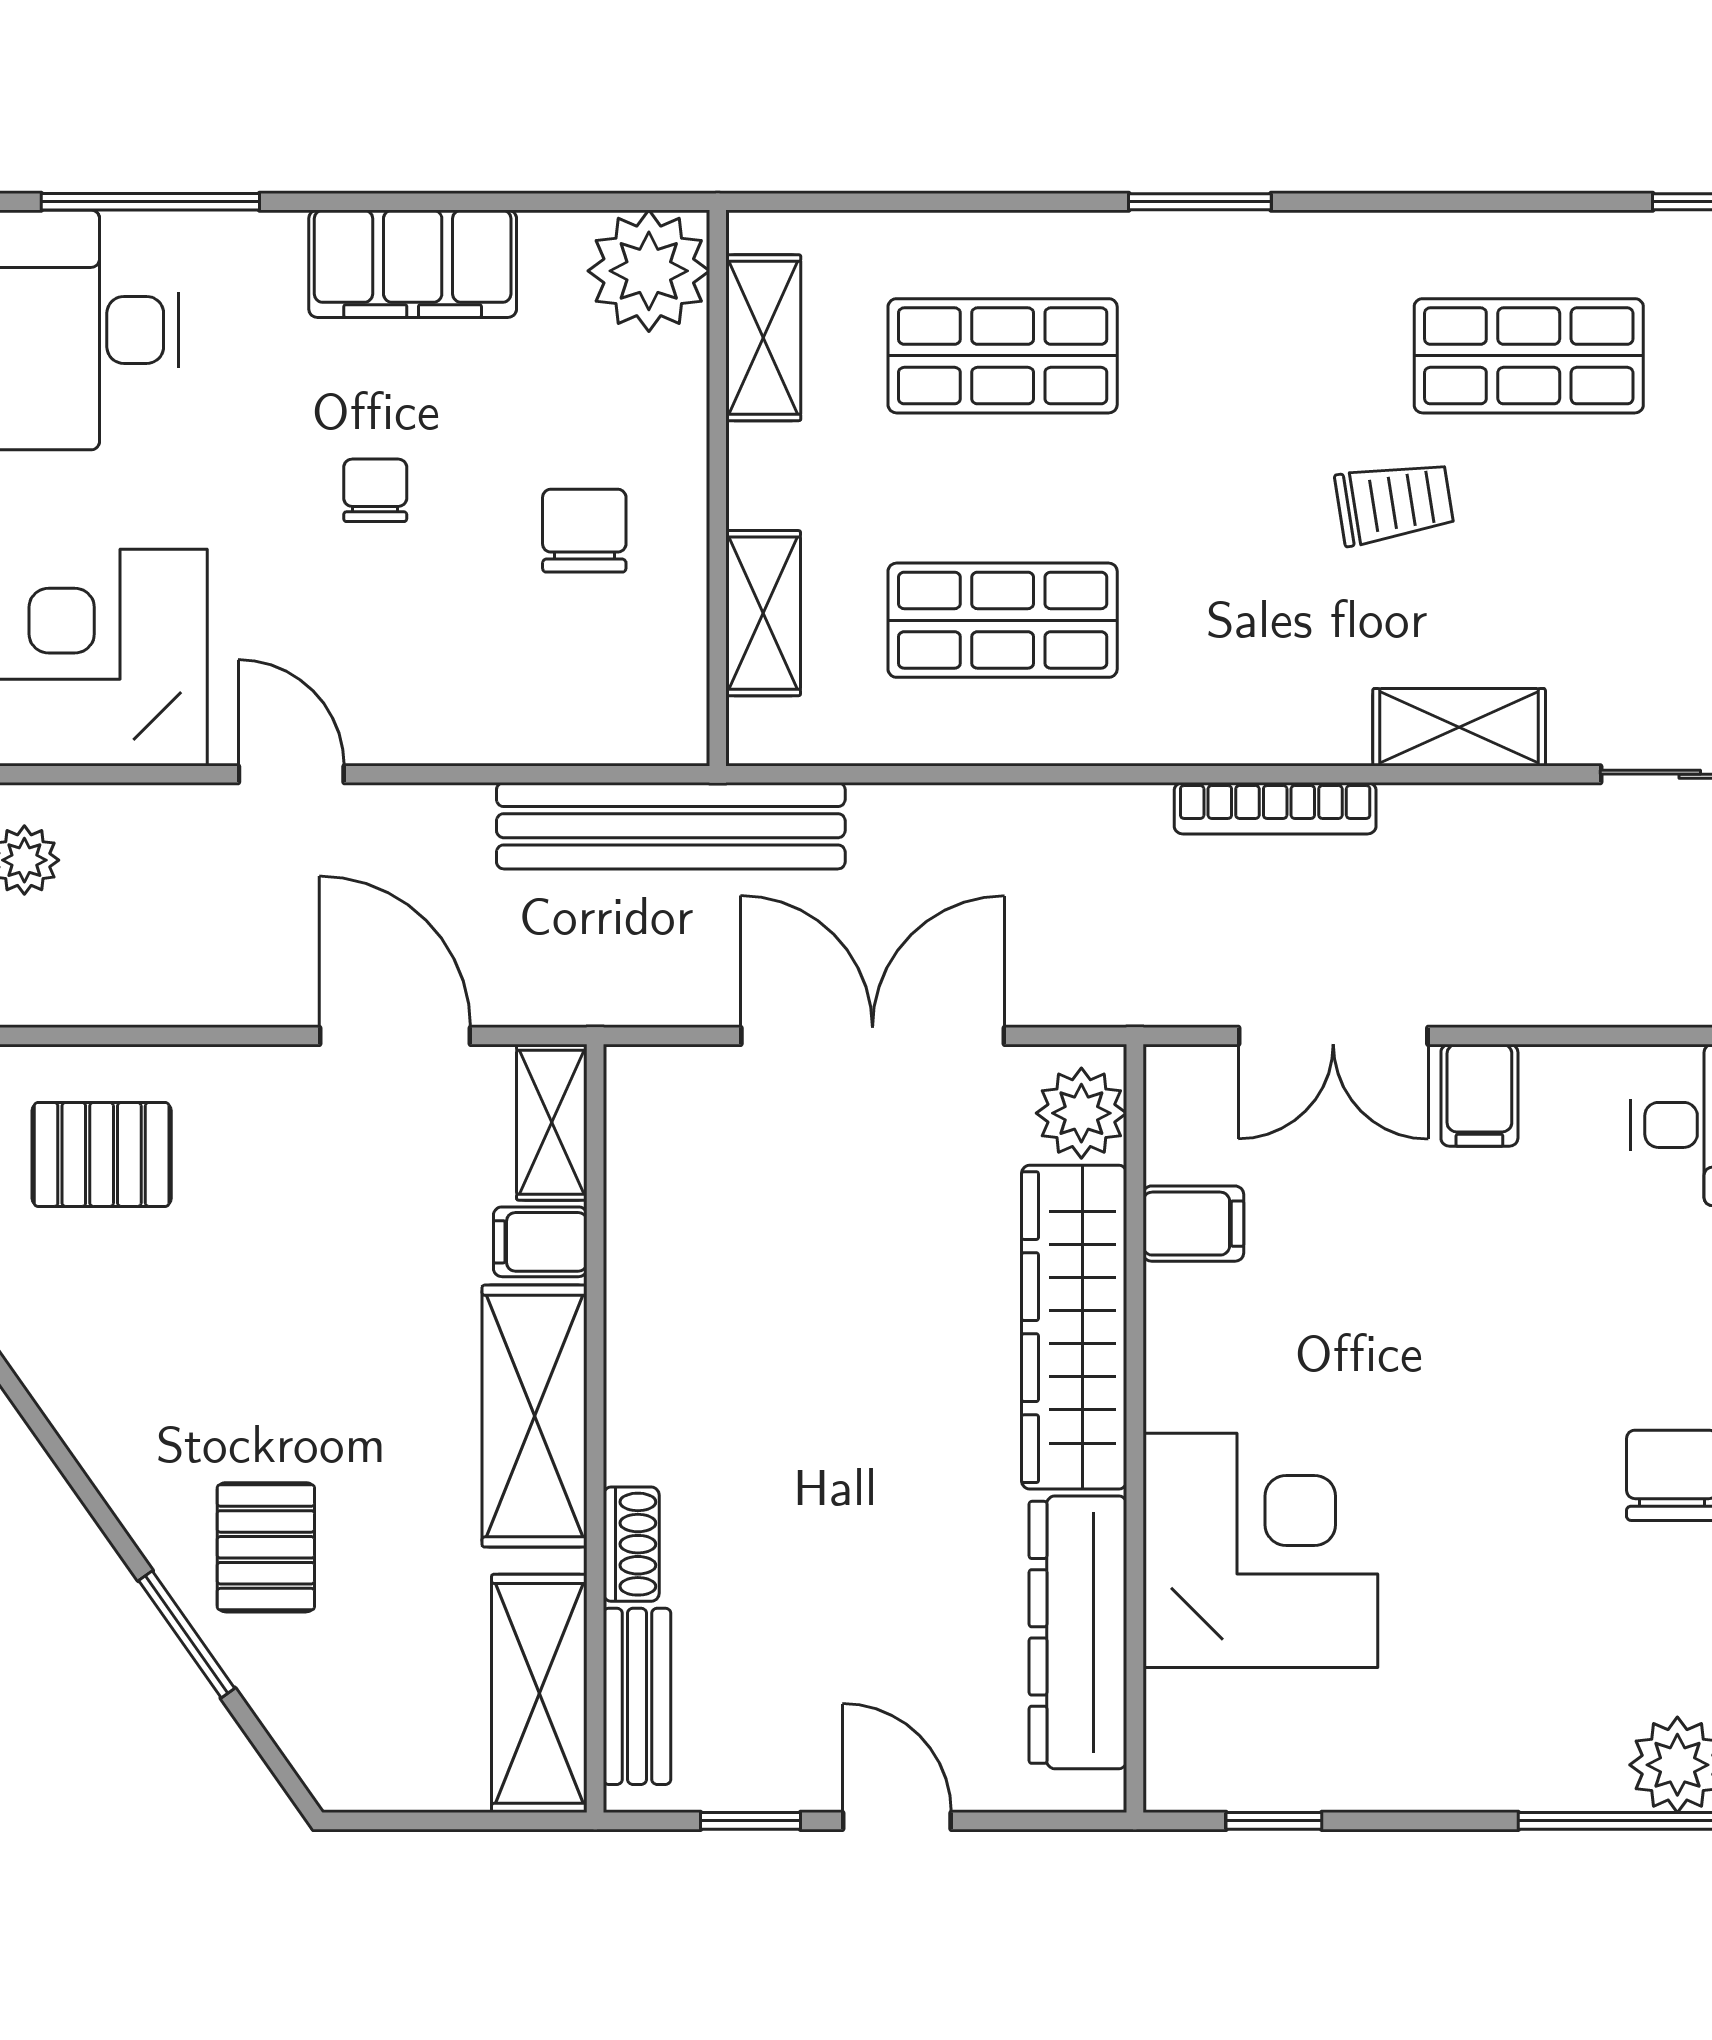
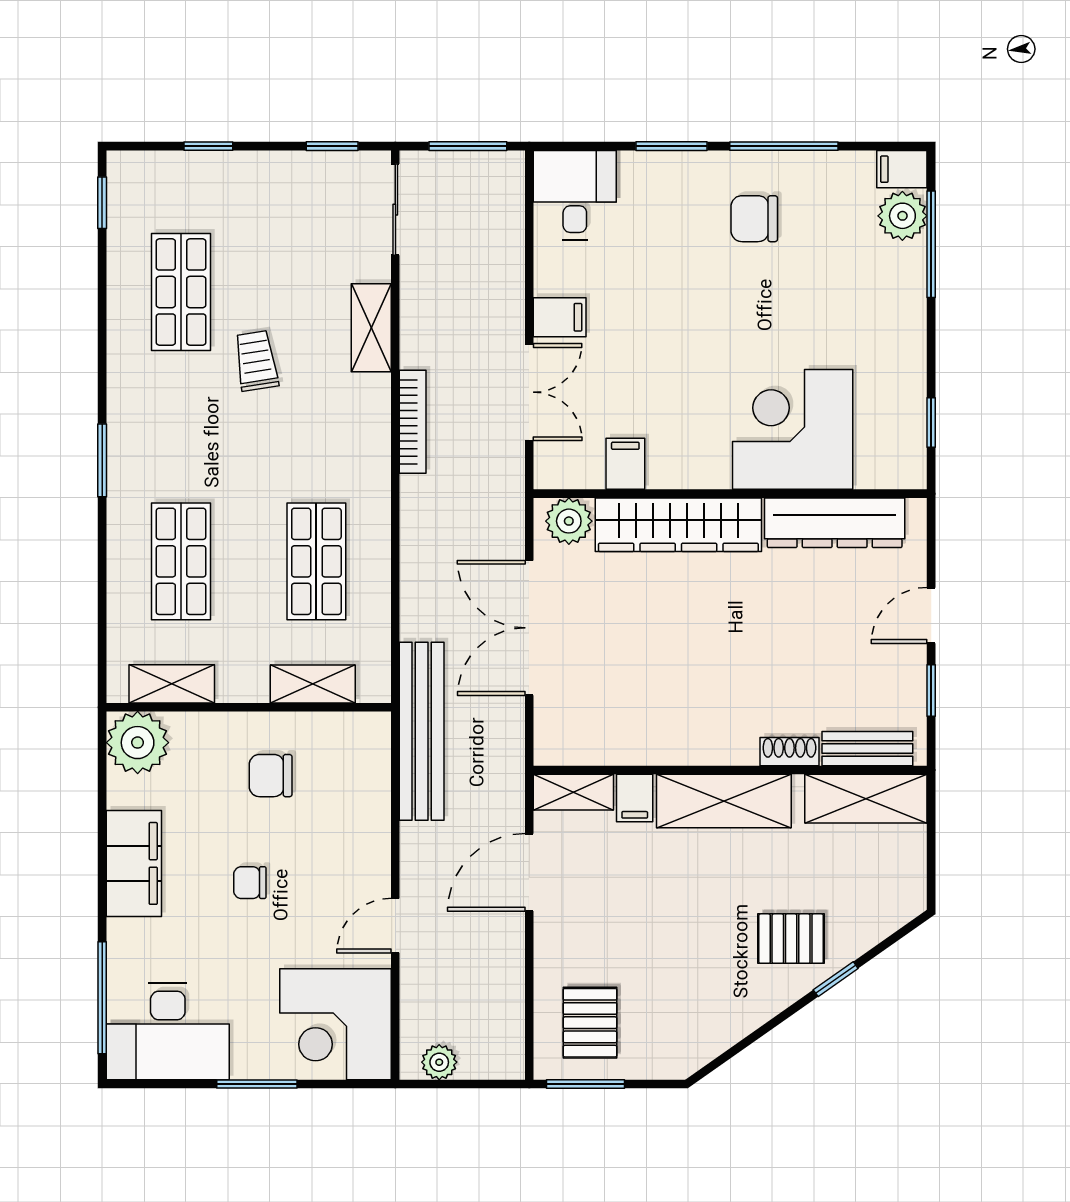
window: (187, 1634) -> (836, 979), width x0.67

